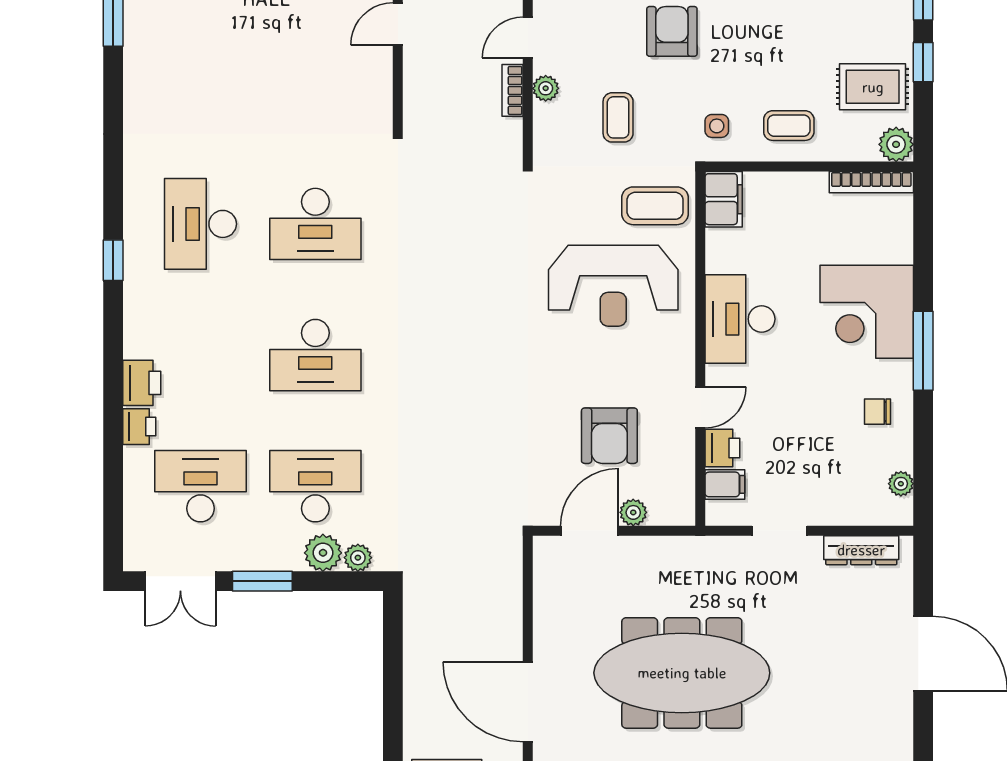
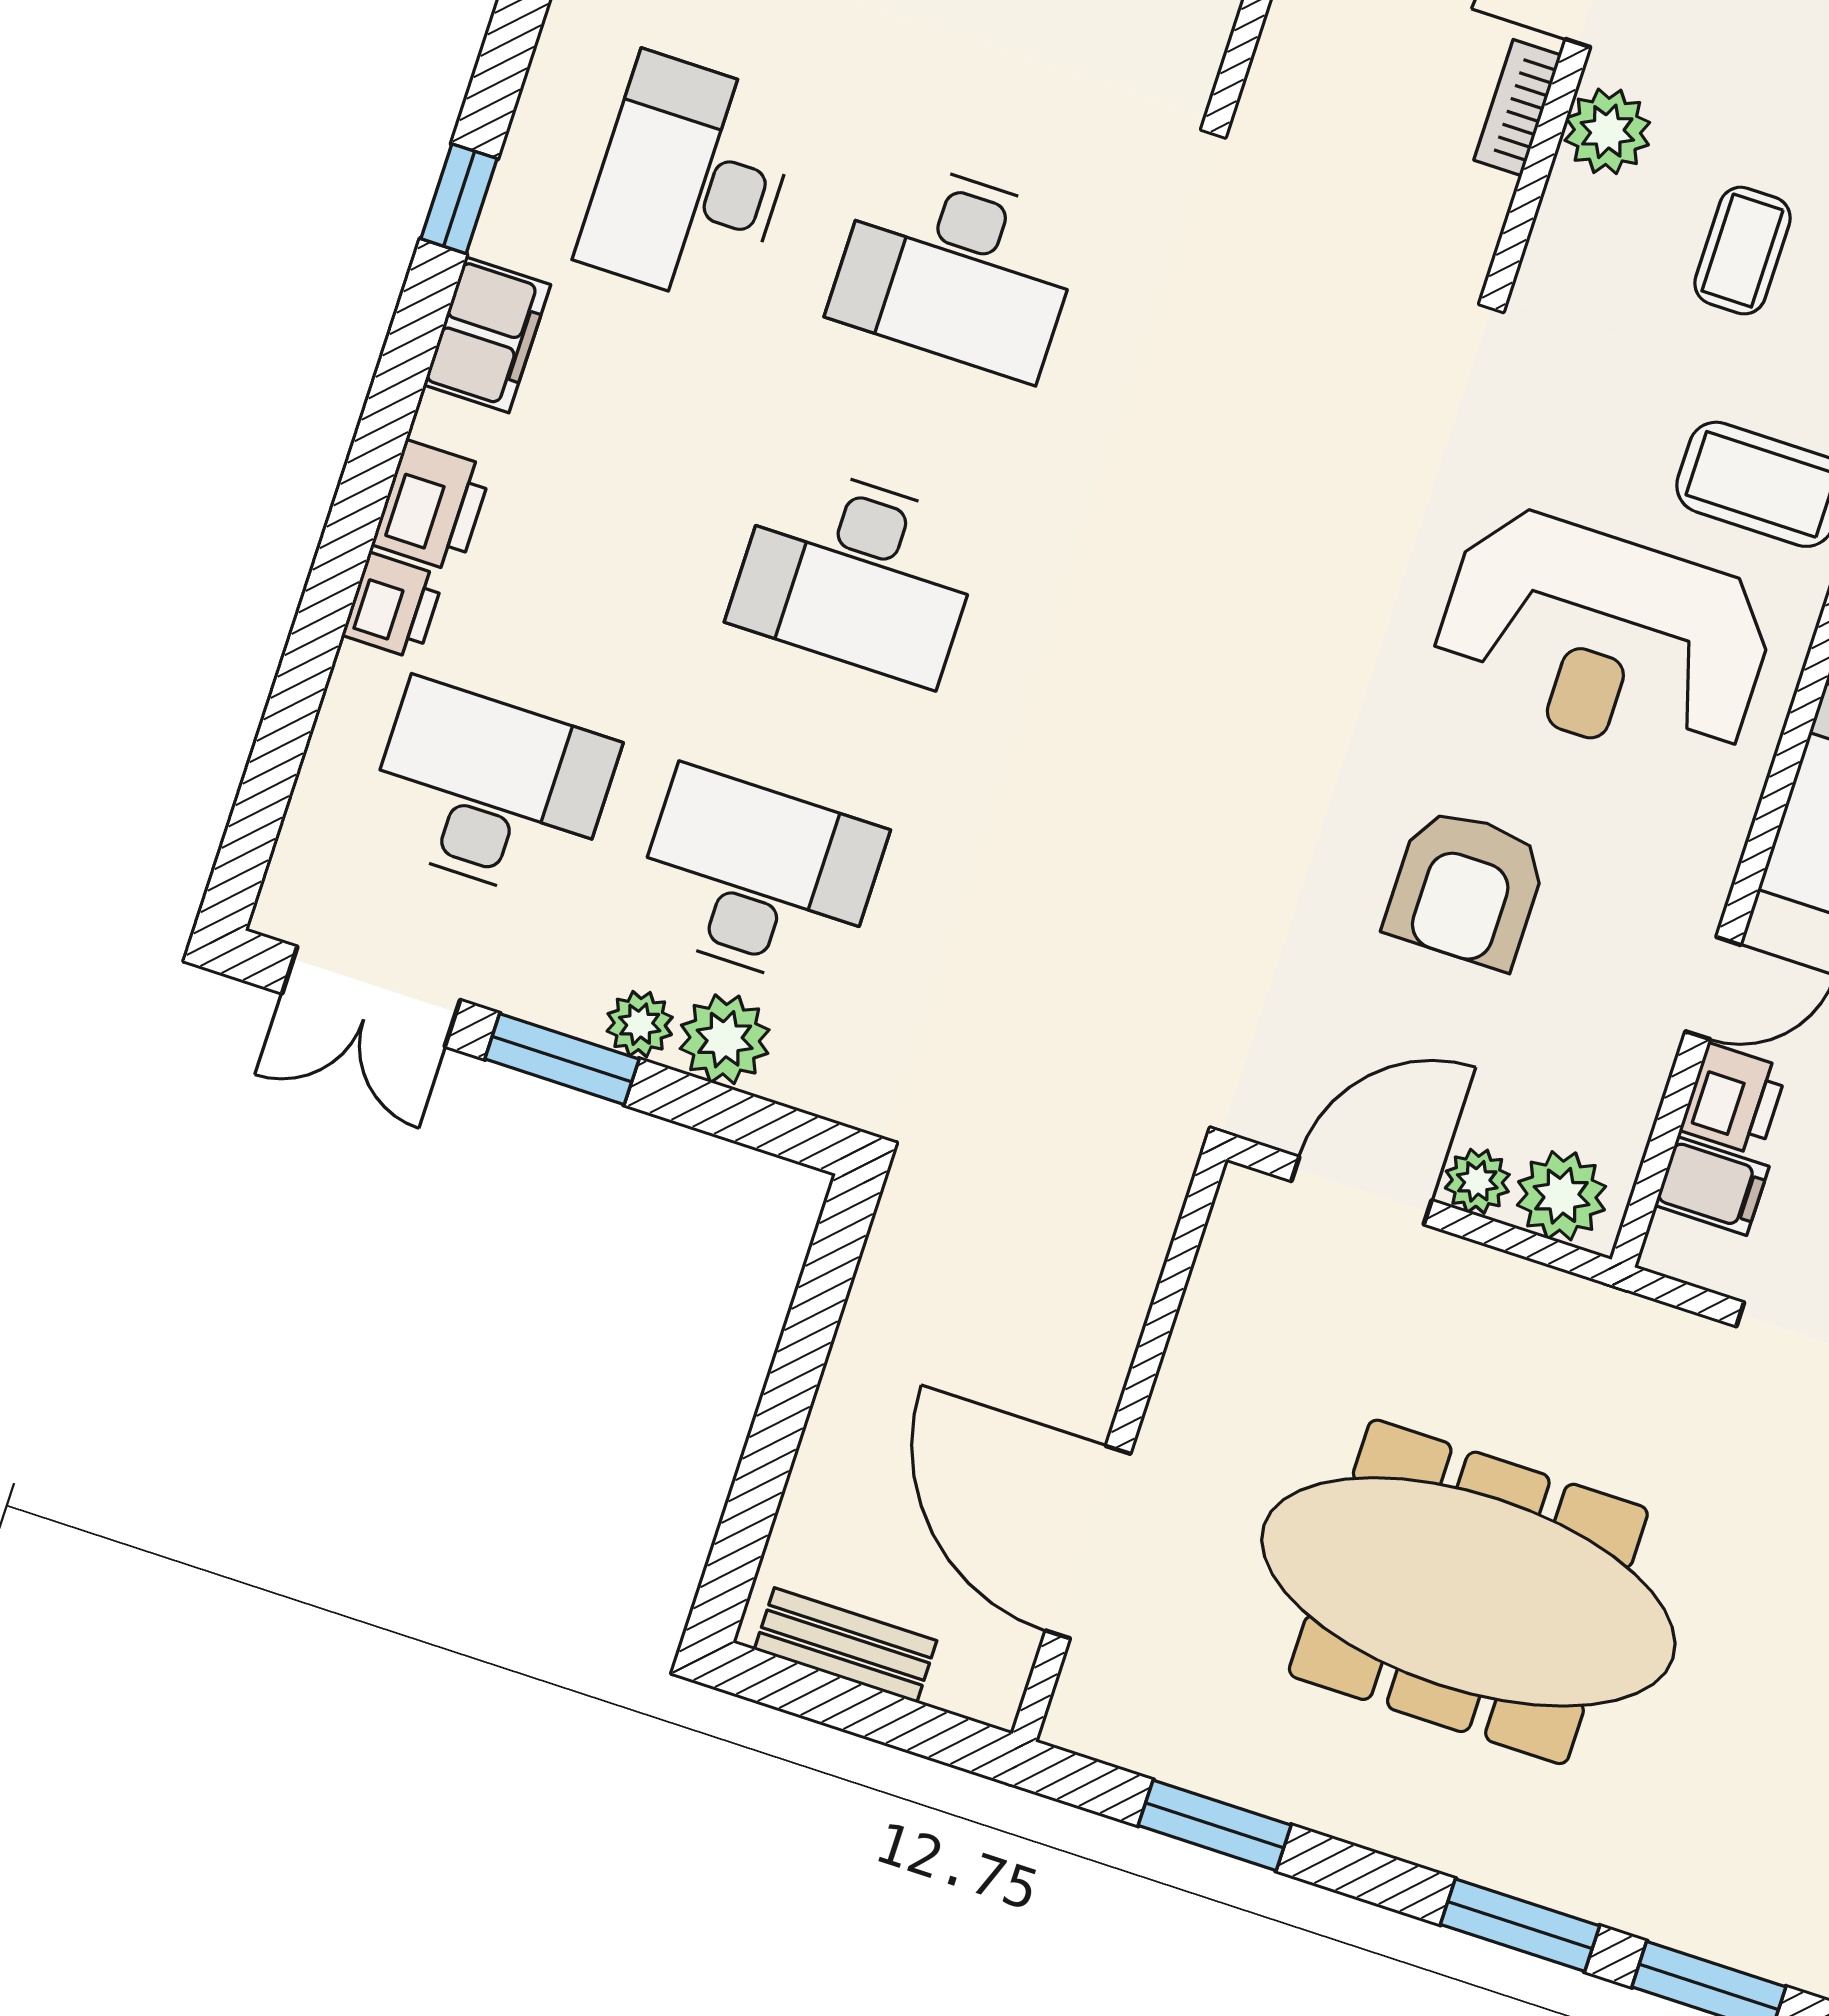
plant: (546, 88) -> (1607, 131), width x1.38, depth x1.38
filing cabinet: (141, 309) -> (487, 335), added
armchair: (609, 436) -> (1466, 888), moved
plant: (668, 507) -> (1561, 1196), added
plant: (358, 558) -> (640, 1024), moved

